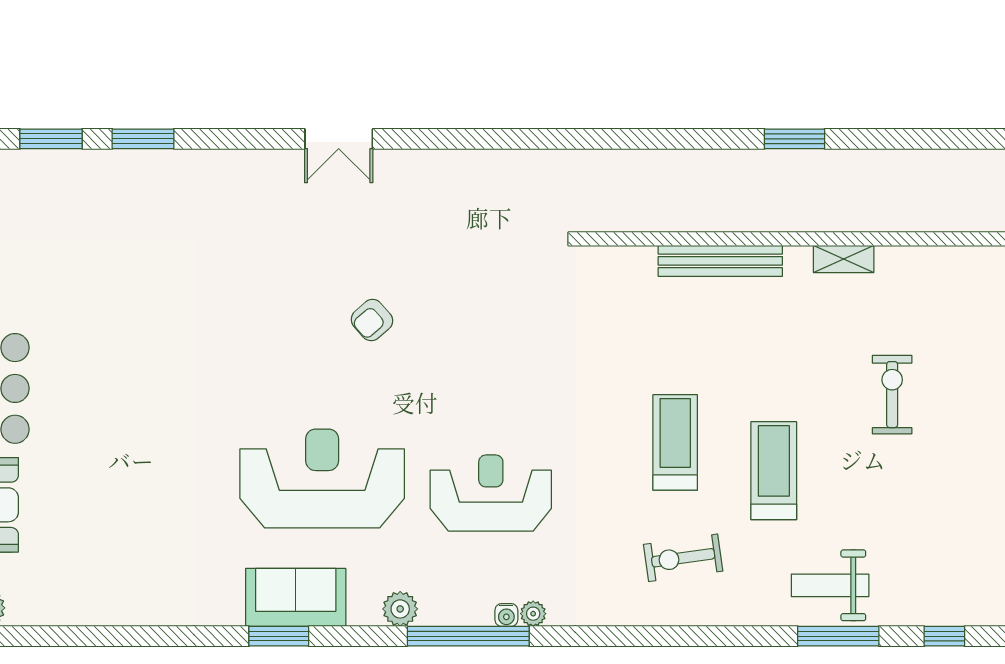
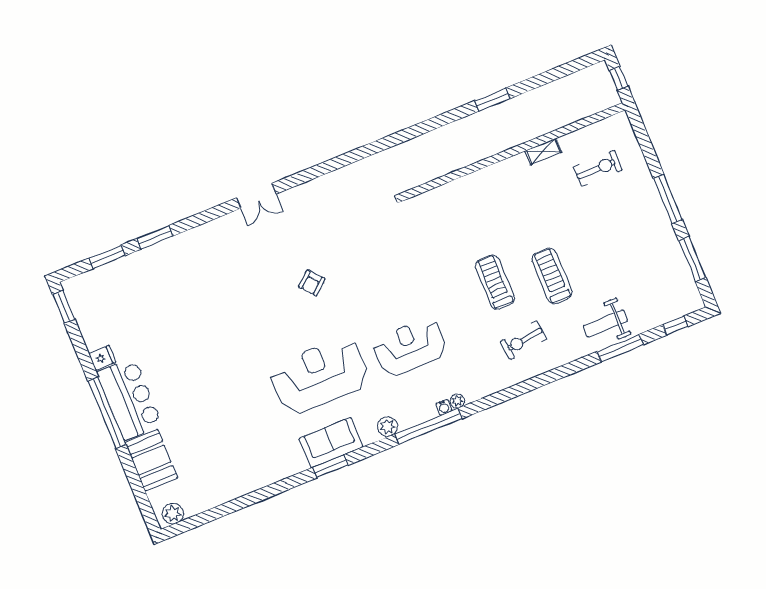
bench: (720, 261) -> (480, 179), removed
exercise bike: (892, 395) -> (598, 168), moved, turned 90

